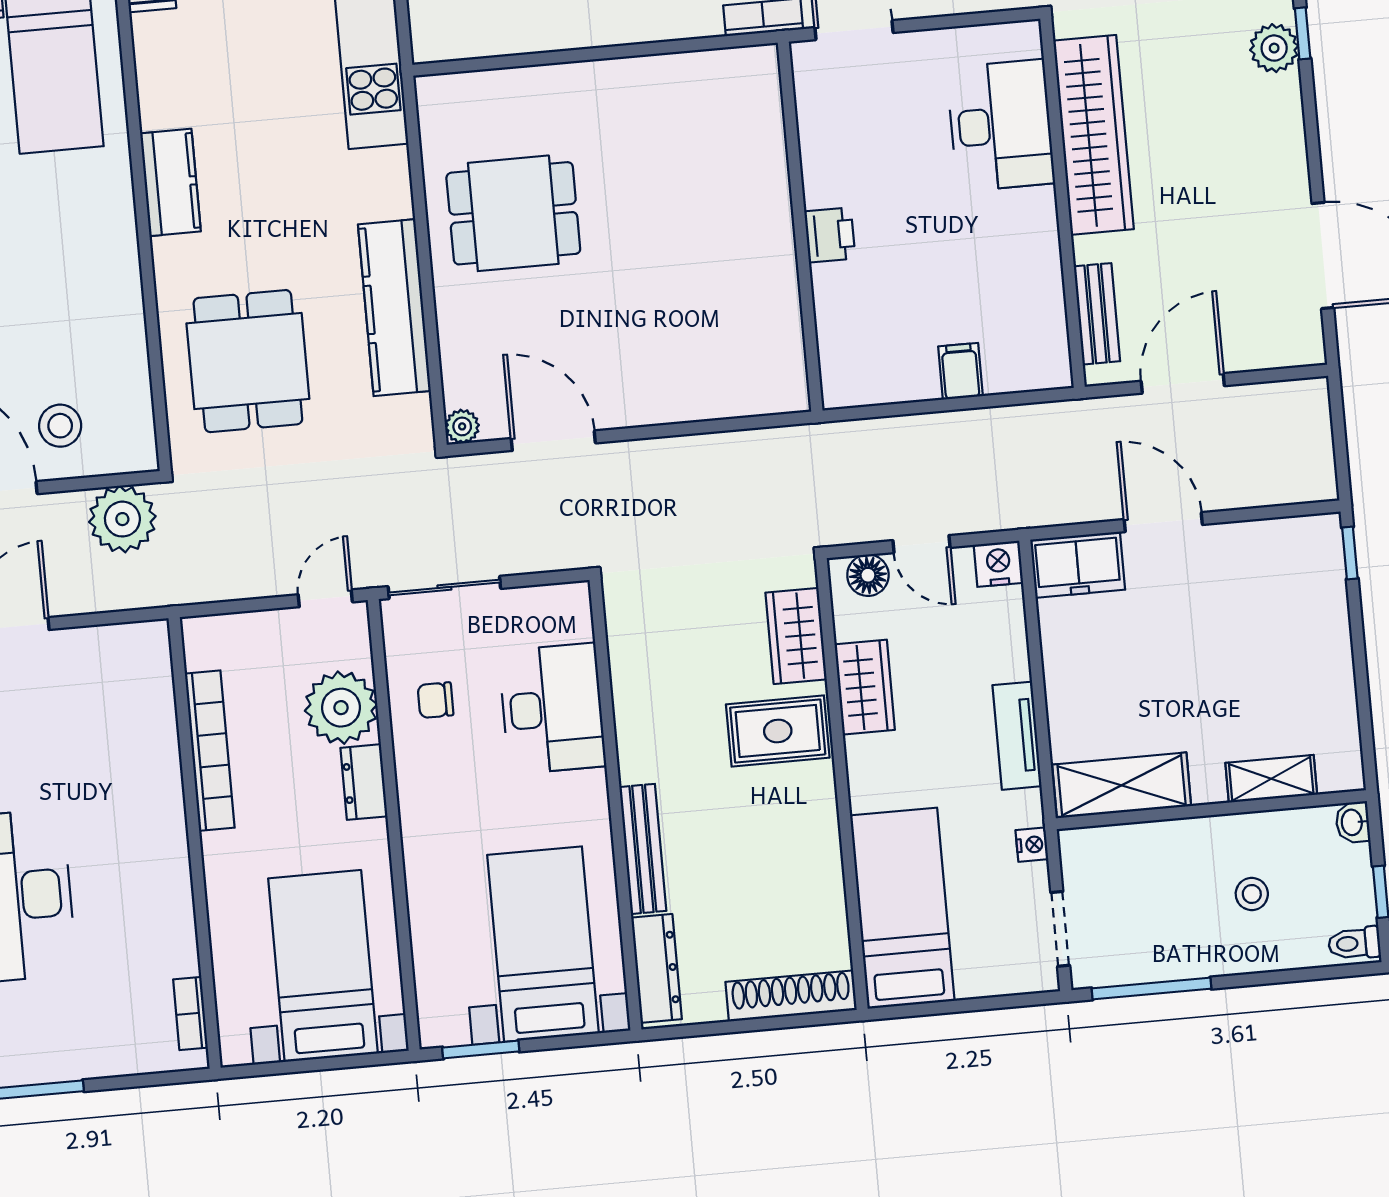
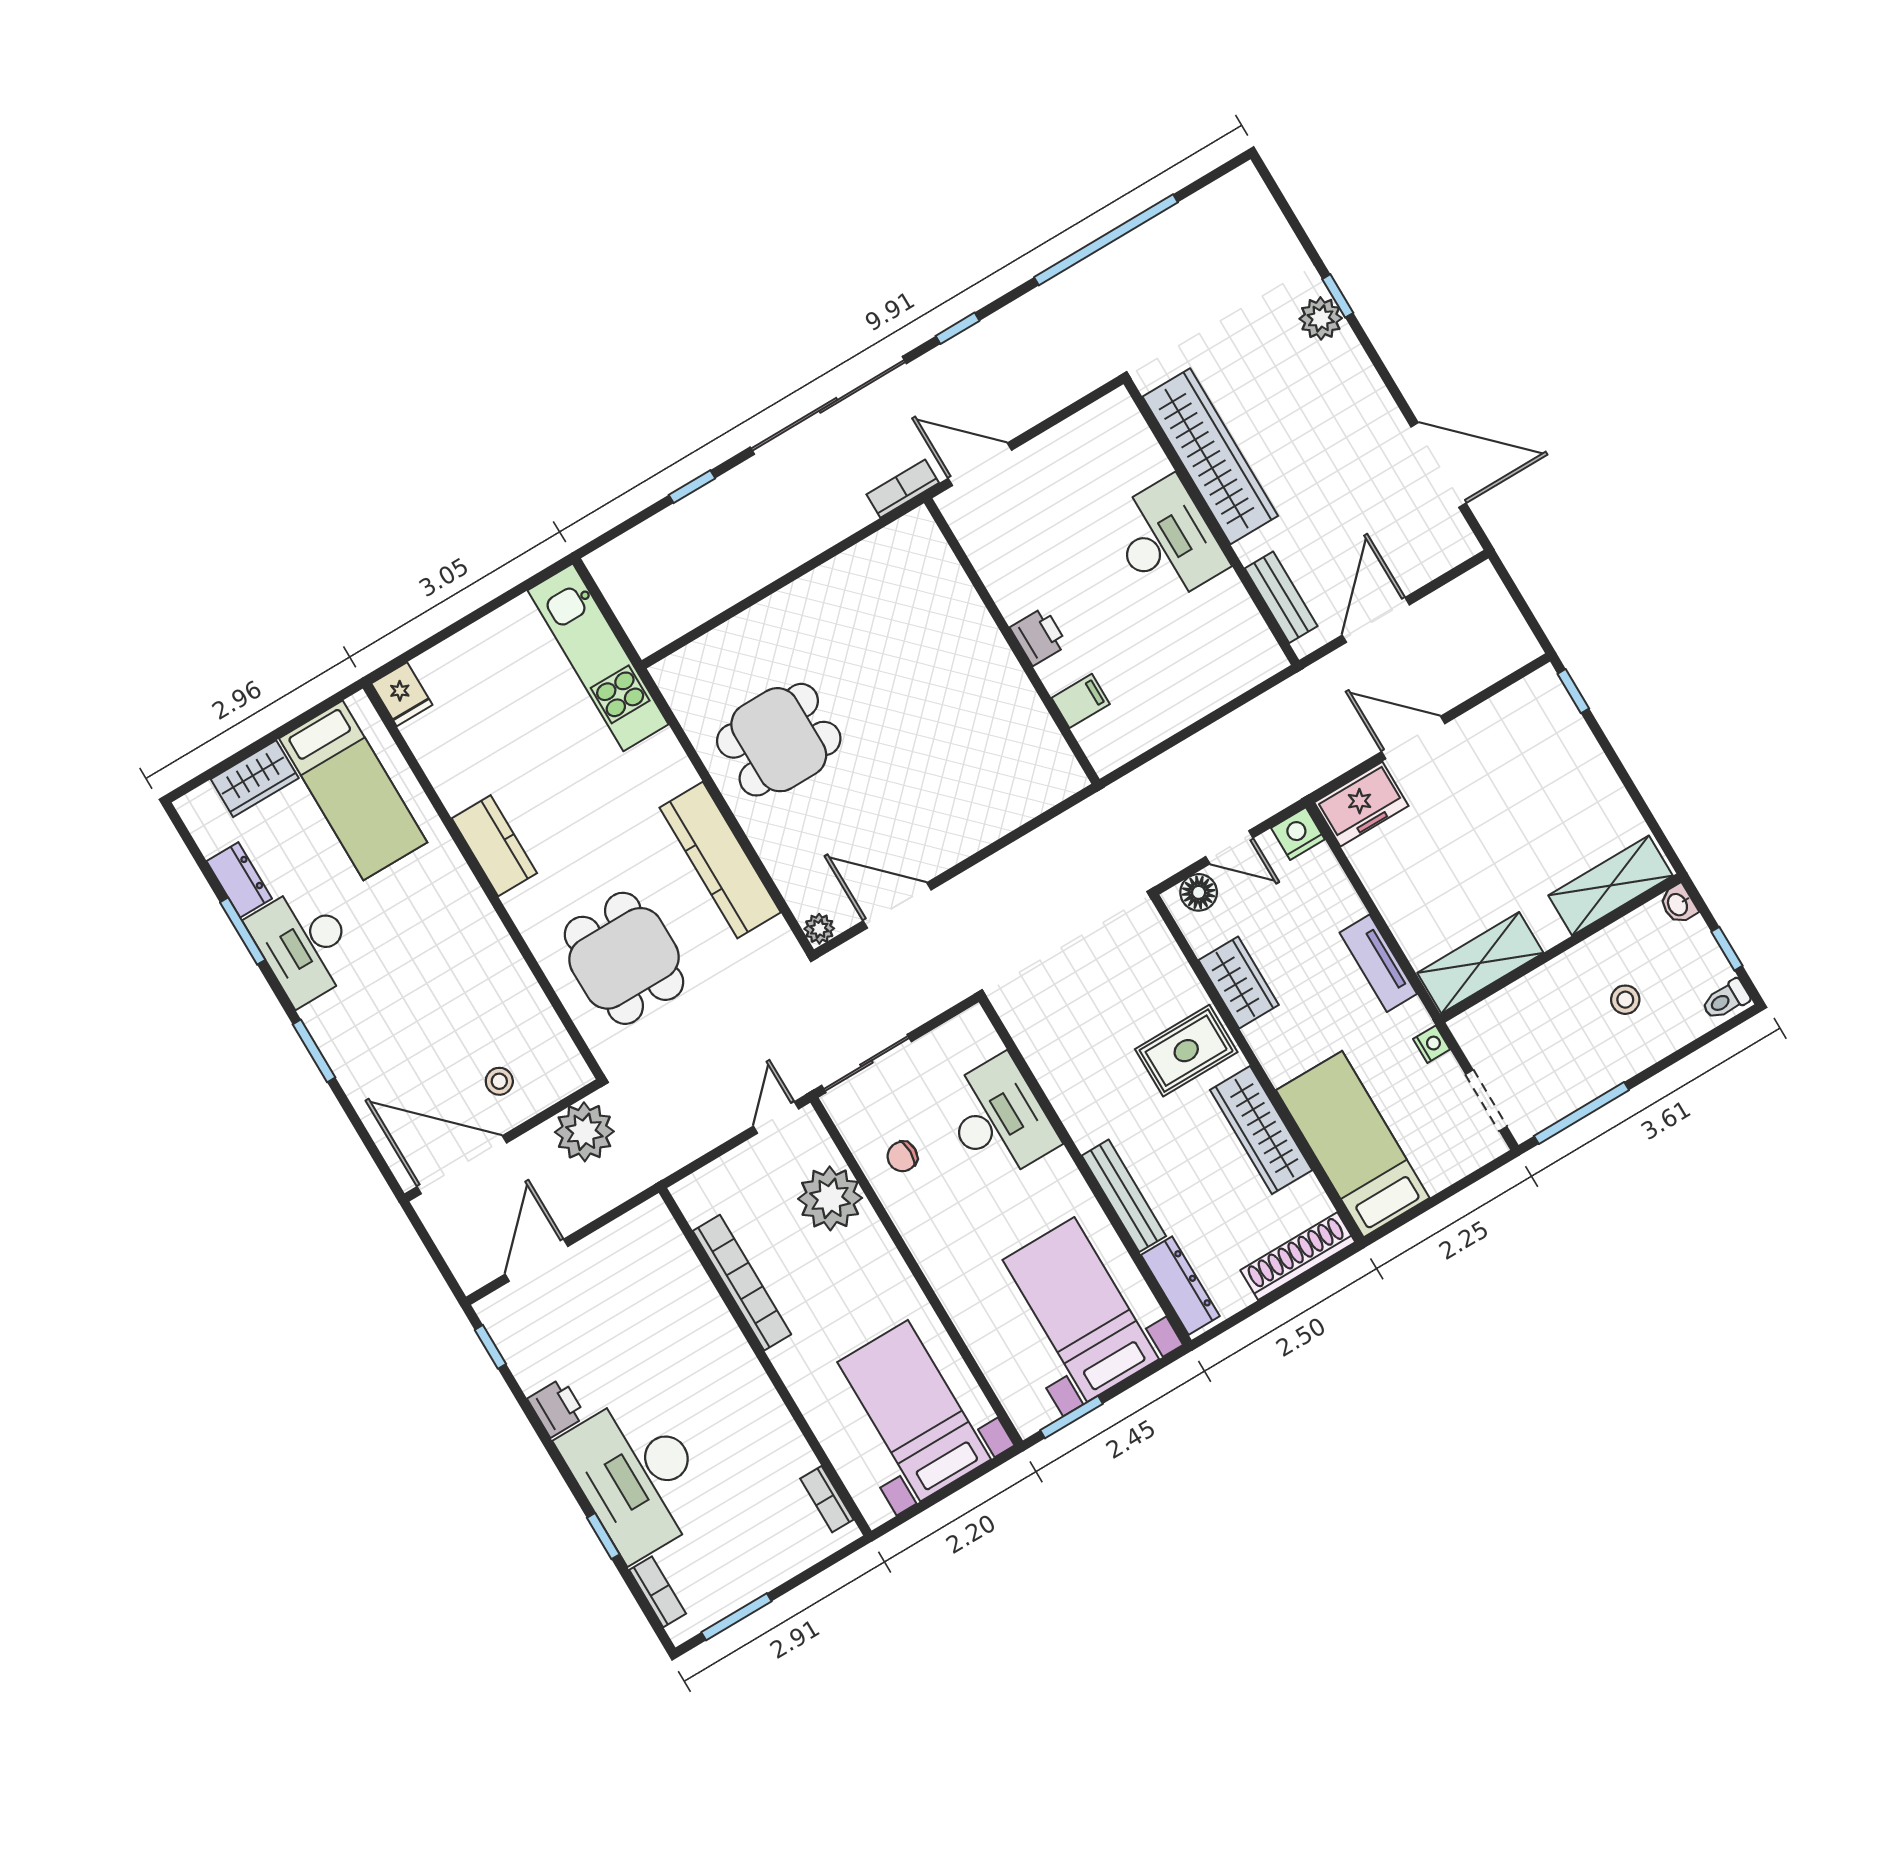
desk: (1001, 125) -> (1167, 541), moved
filing cabinet: (960, 371) -> (1081, 701), moved, turned 90
stool: (60, 426) -> (499, 1081), width x0.73, depth x0.73
wardrobe: (796, 636) -> (1261, 1130), moved, width x1.50
shelving: (1271, 779) -> (1611, 886), width x1.50, depth x1.33
dresser: (364, 782) -> (877, 1249), removed

